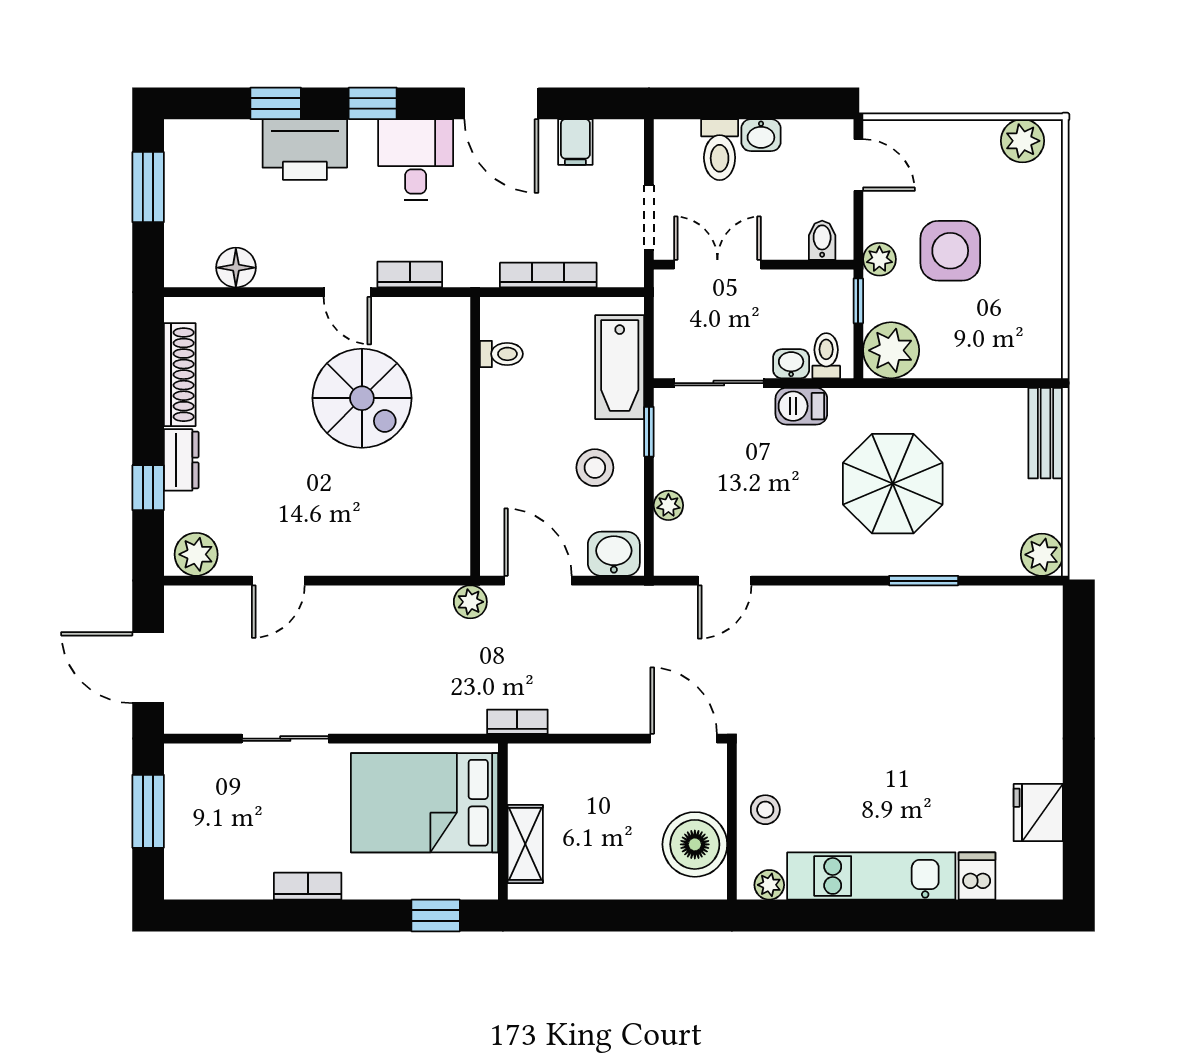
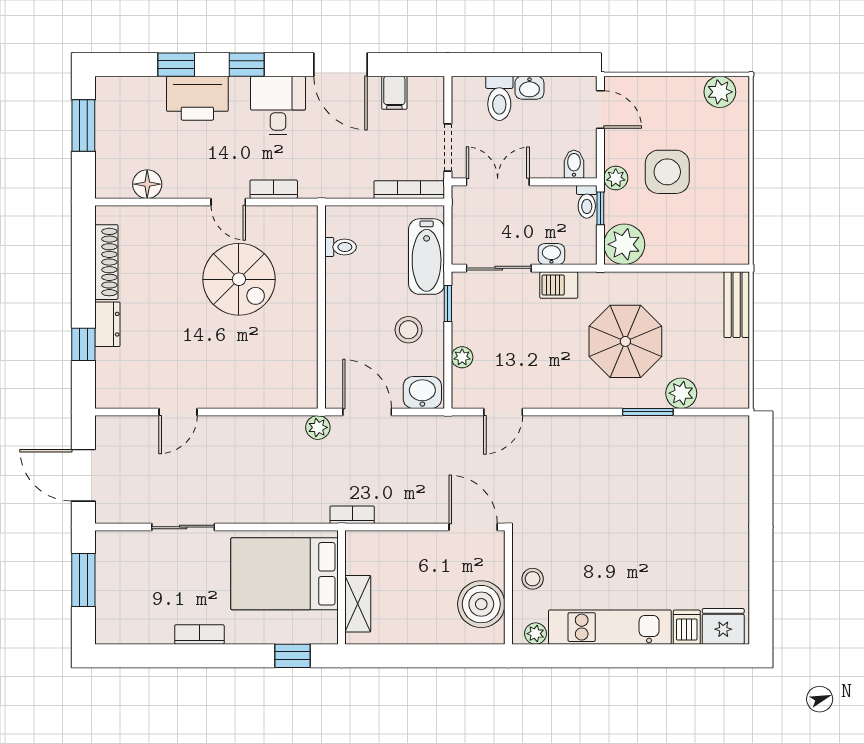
bookcase: (548, 275) -> (409, 190), moved
toilet: (826, 356) -> (587, 202), moved, turned 180
plant: (196, 554) -> (118, 393), removed
plant: (1042, 555) -> (681, 393), moved
fridge: (1038, 813) -> (723, 626), moved, turned 90

